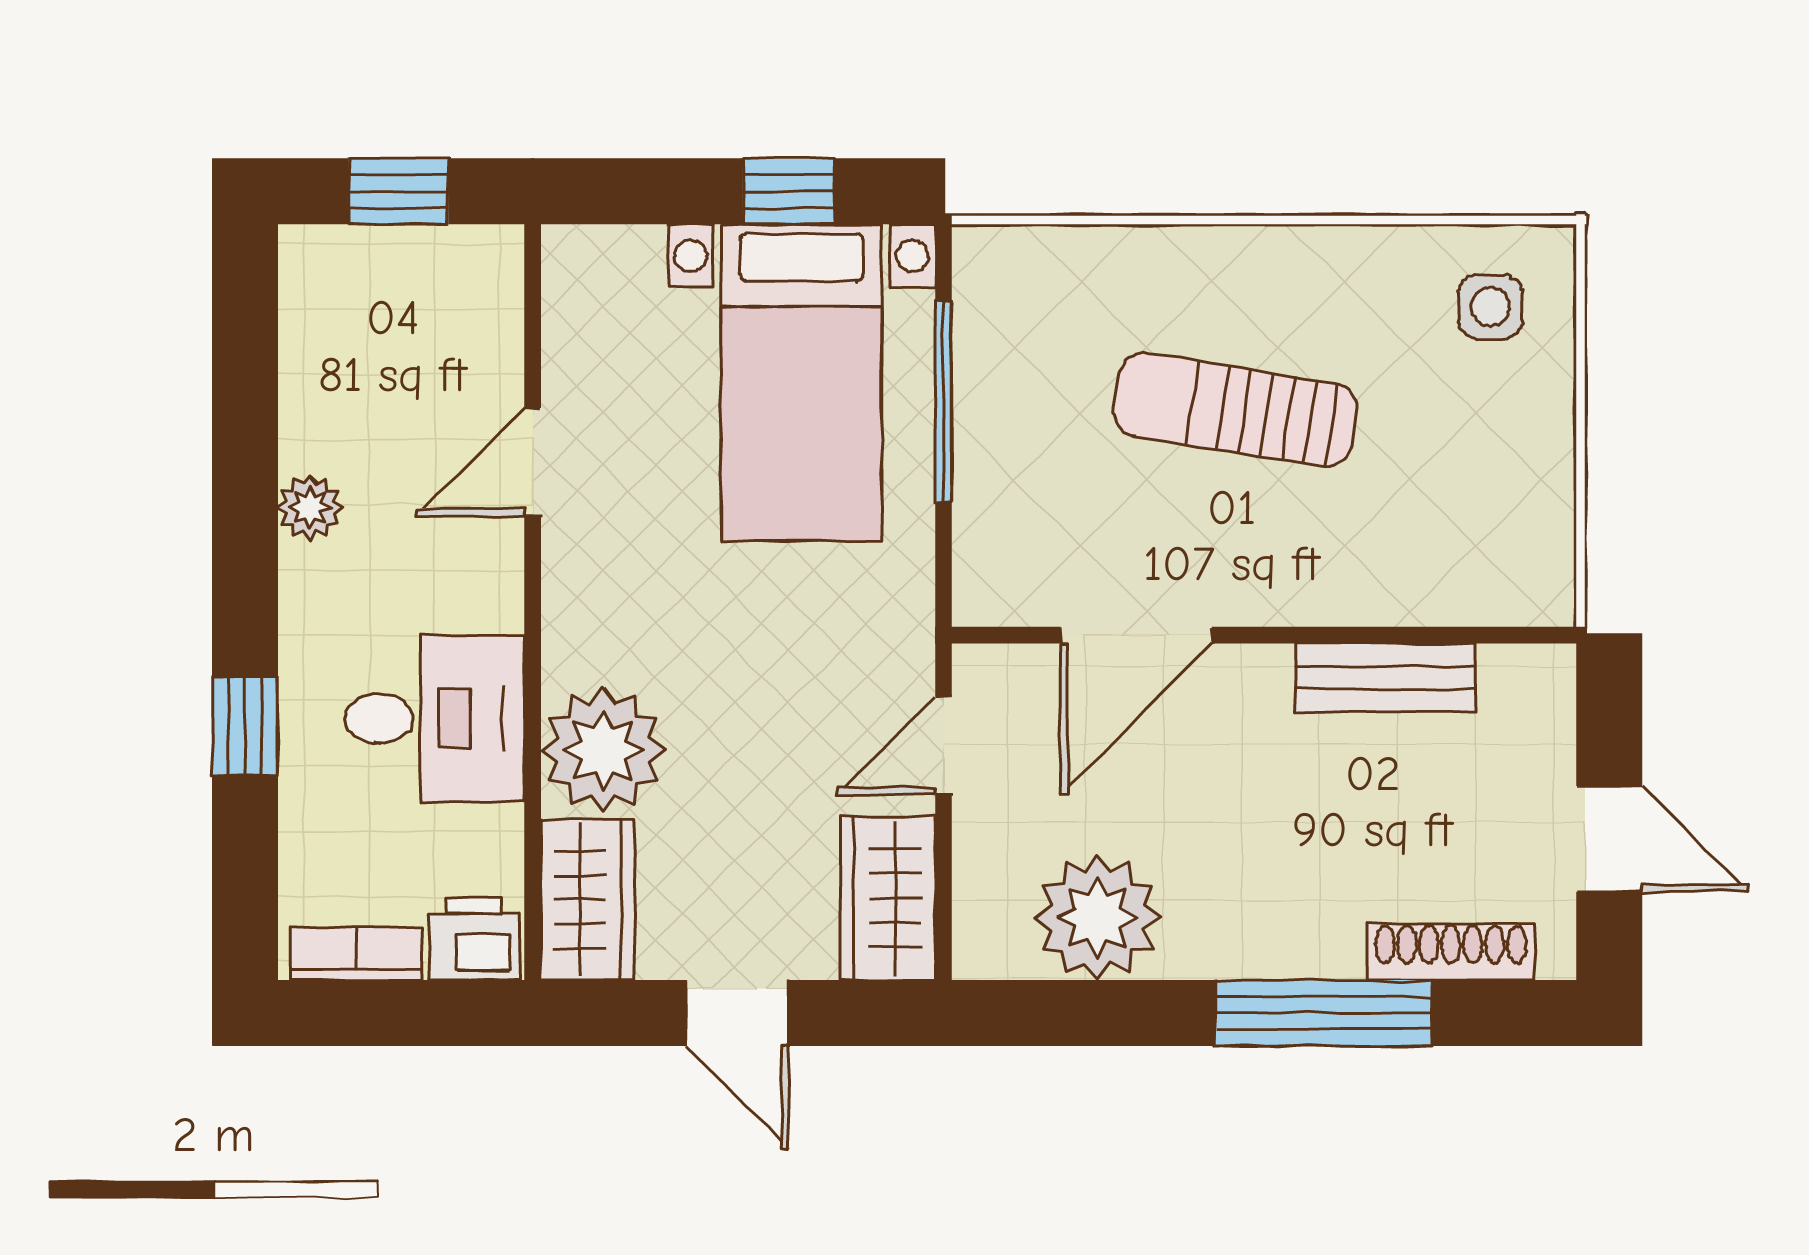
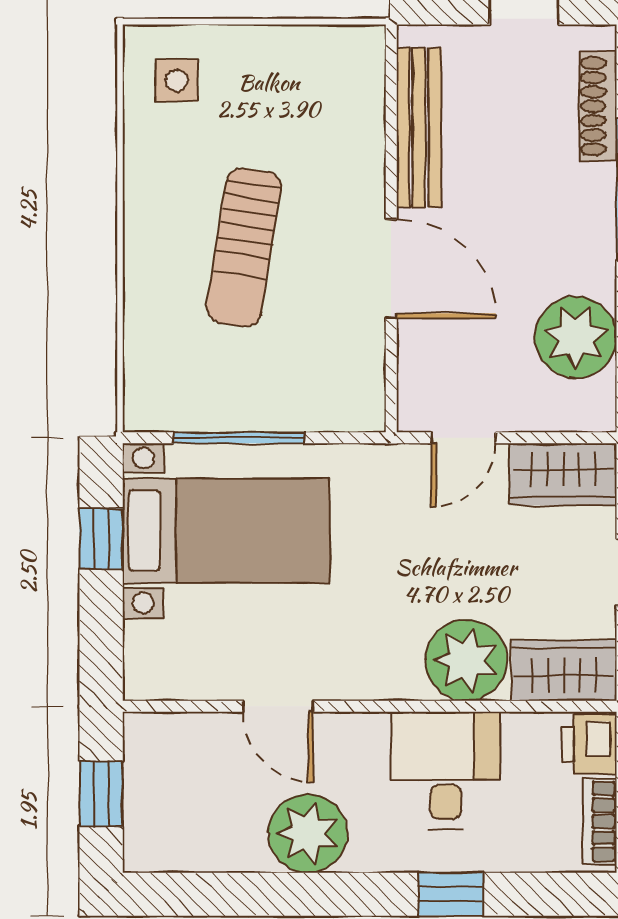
plant: (310, 508) -> (308, 833), width x1.87, depth x1.87
door: (1136, 635) -> (391, 269), moved
bench: (1385, 678) -> (419, 128), width x1.36
door: (943, 746) -> (463, 438), hinge flipped

